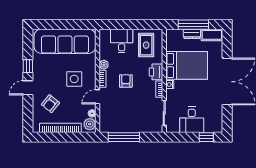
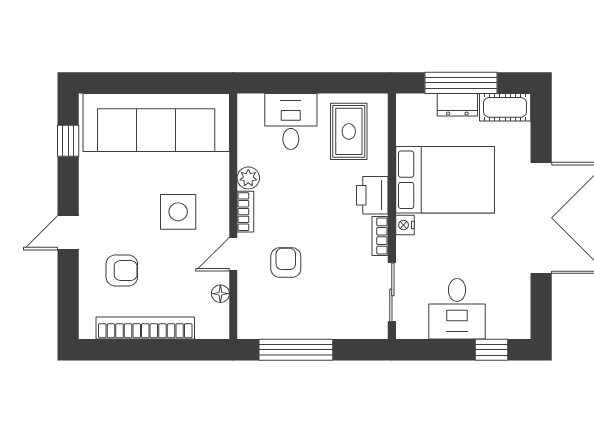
window: (28, 66) -> (68, 141), moved
armchair: (126, 81) -> (286, 263), moved
armchair: (50, 104) -> (122, 270), turned -129
plant: (90, 124) -> (215, 319), removed

